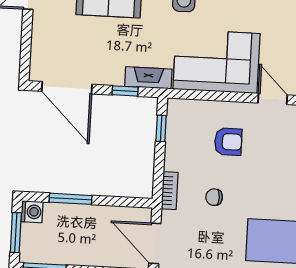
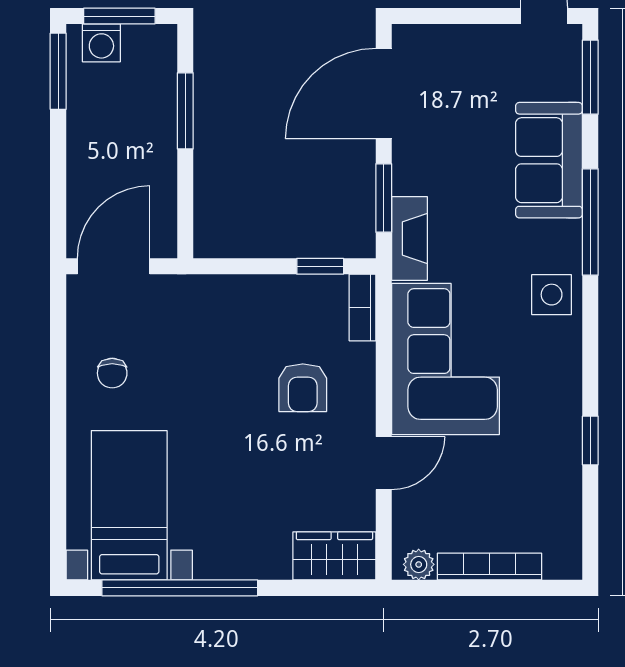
window: (125, 91) -> (384, 198), width x1.50
bookcase: (170, 191) -> (363, 308), moved, turned 90
chair: (214, 197) -> (112, 373), moved, turned 180
washing machine: (32, 212) -> (101, 43), moved

